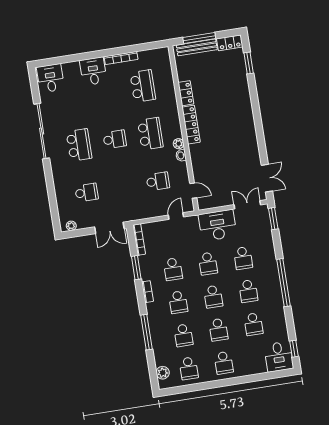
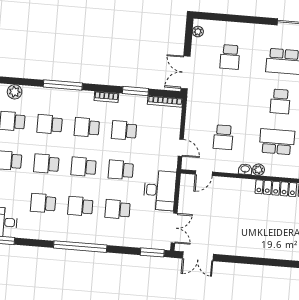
school desk: (150, 134) -> (277, 142), turned 180

